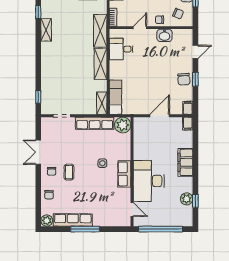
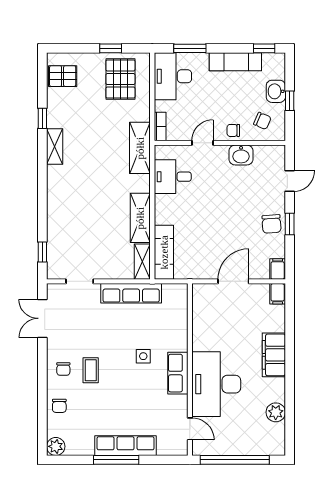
shelving: (101, 64) -> (140, 218), moved
plant: (123, 125) -> (175, 296), removed
double door: (38, 152) -> (42, 318), moved
window: (195, 201) -> (290, 416), removed
row of seats: (73, 220) -> (126, 446), moved

